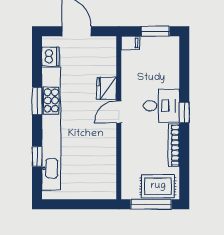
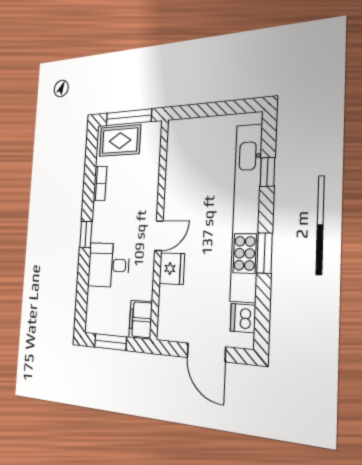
filing cabinet: (130, 43) -> (141, 320), width x2.00
desk: (161, 106) -> (109, 265), moved
bookcase: (174, 145) -> (100, 183), width x0.64

